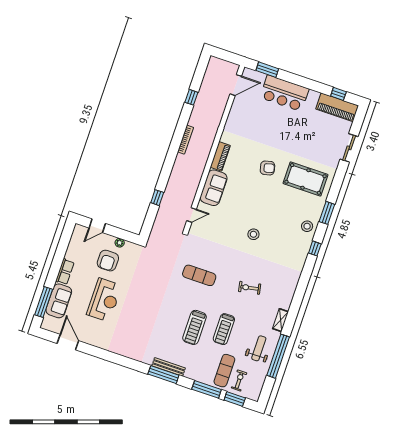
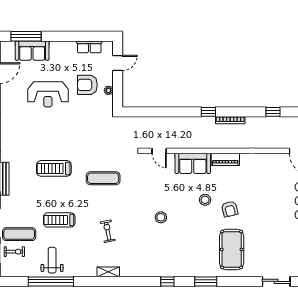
window: (157, 198) -> (208, 112), moved
door: (97, 226) -> (118, 63), swing flipped
stool: (307, 226) -> (205, 200), moved
row of seats: (65, 272) -> (89, 47), moved
exercise mat: (199, 275) -> (103, 178), turned 90
shelving: (280, 320) -> (108, 272), moved
treadmill: (195, 327) -> (54, 168), moved
weight bench: (259, 348) -> (52, 260), turned -90

